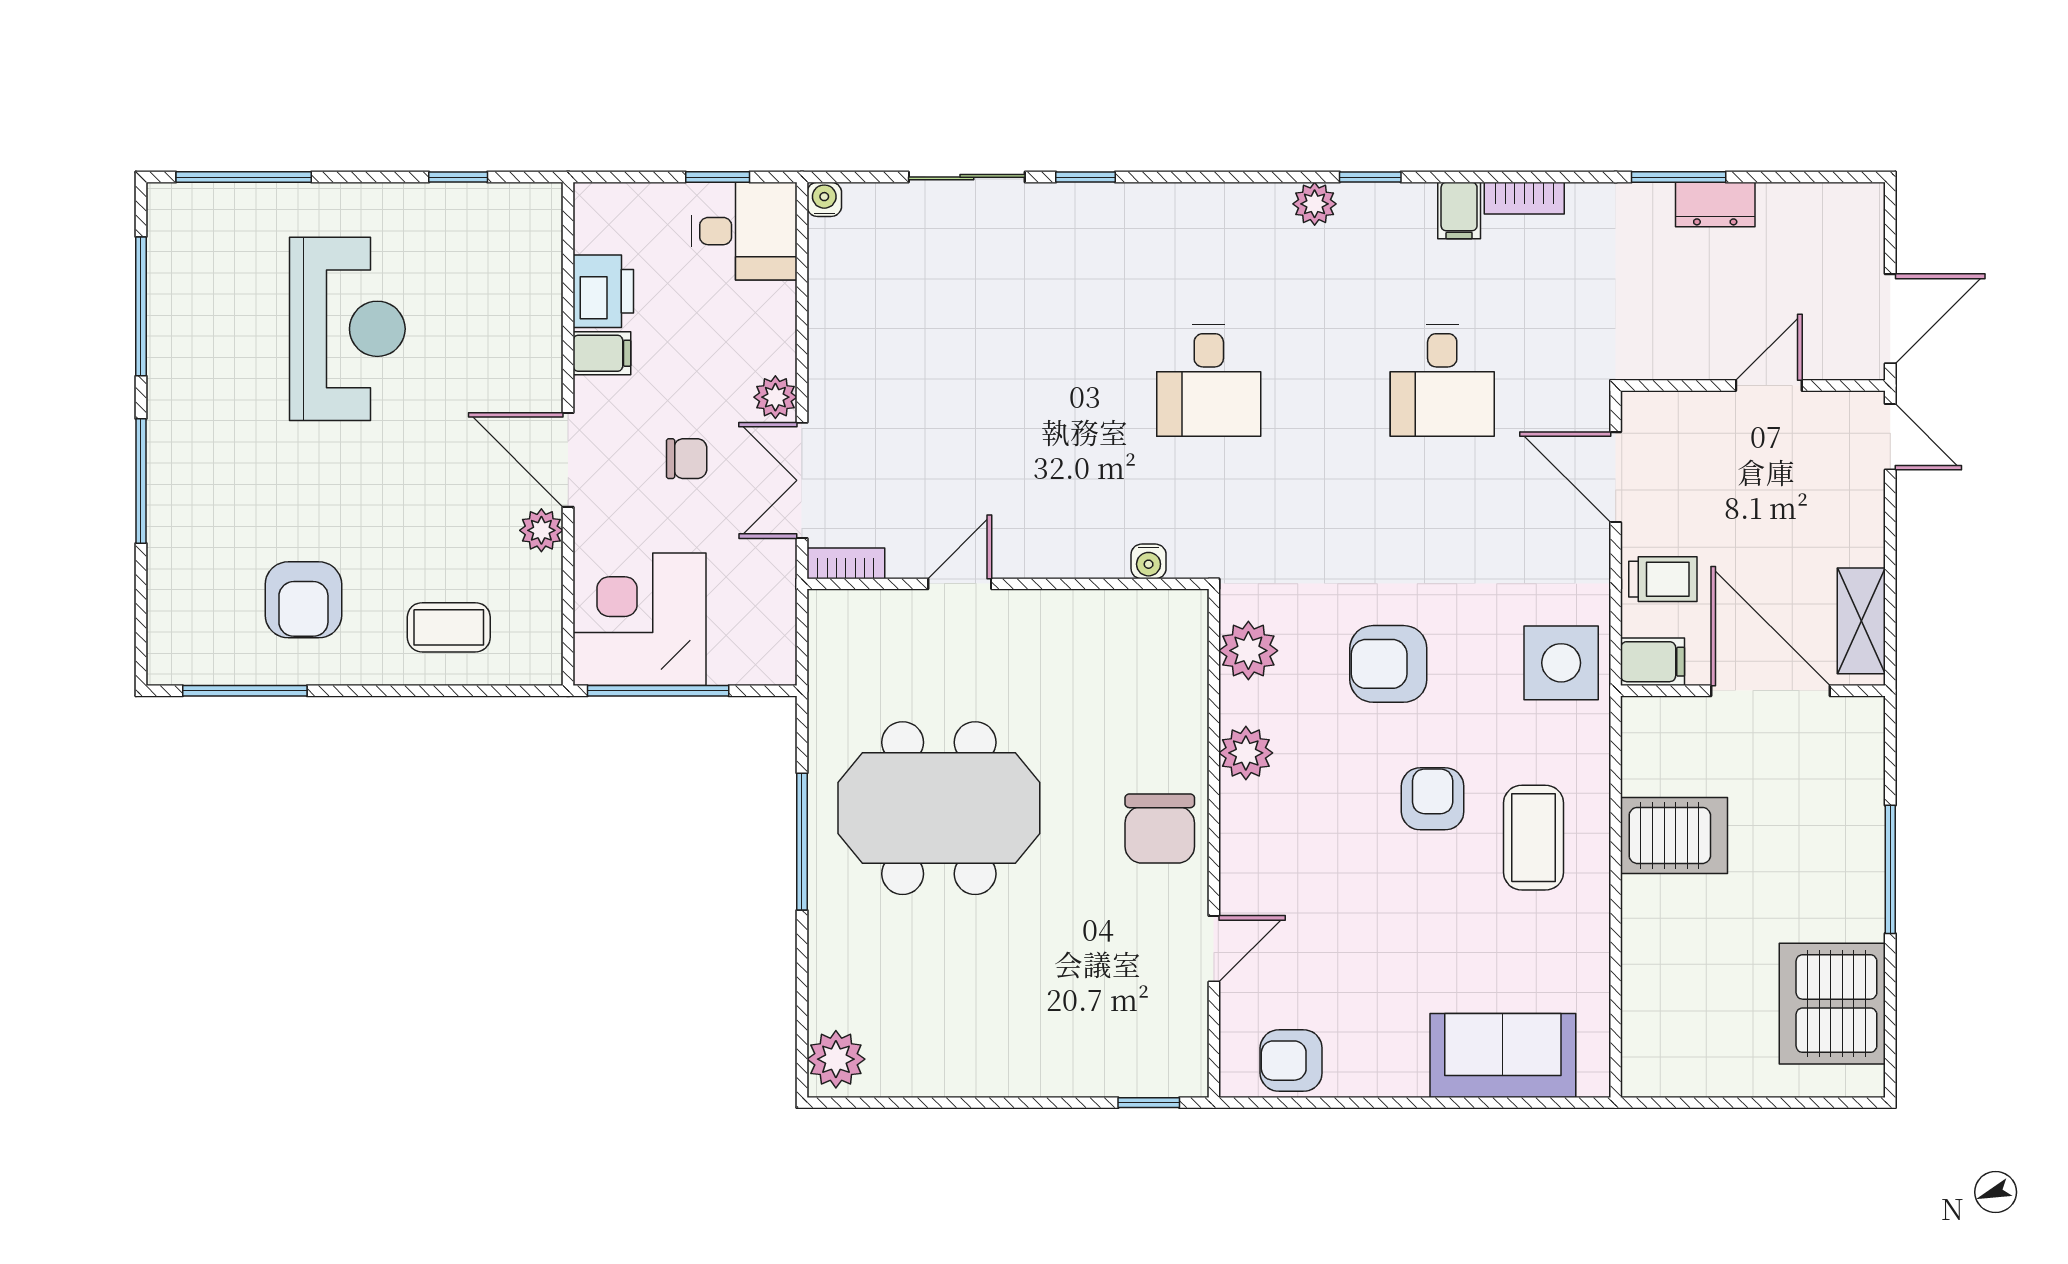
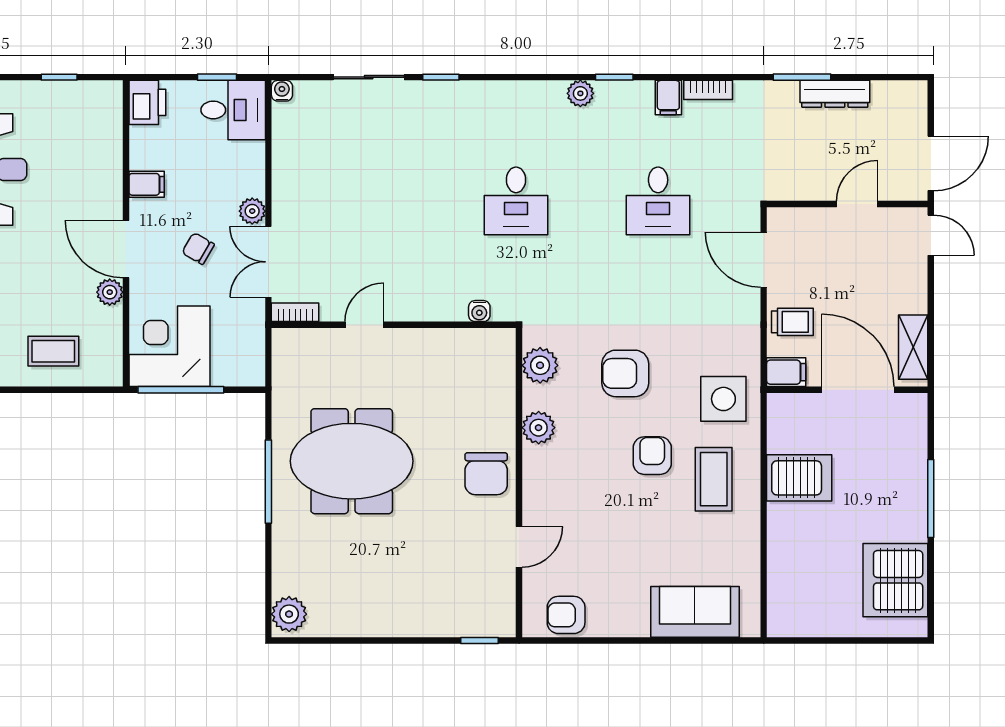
dresser: (1715, 204) -> (835, 94), width x1.44
printer: (603, 291) -> (147, 102), moved
chair: (687, 459) -> (198, 248), turned -150
side table: (1561, 663) -> (723, 399), moved

